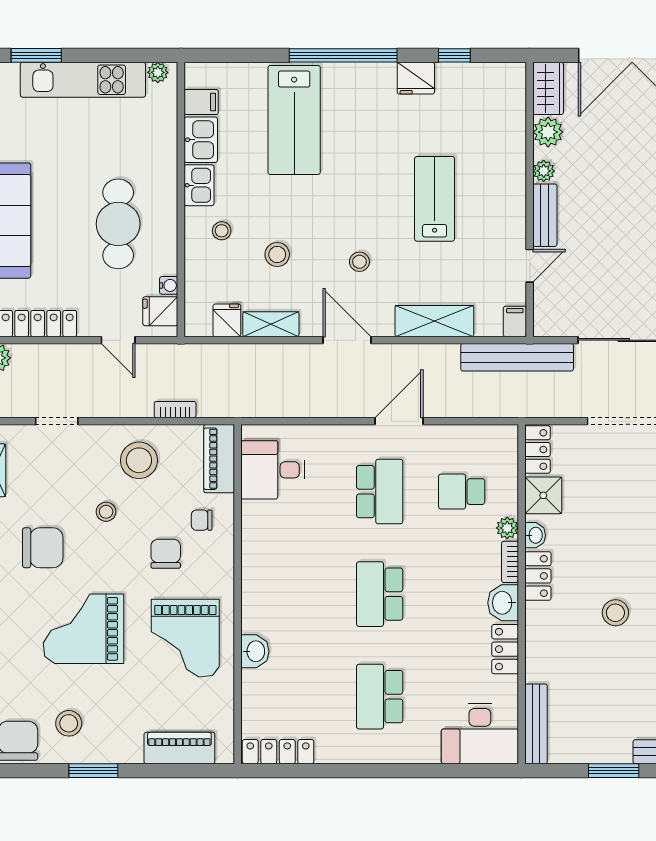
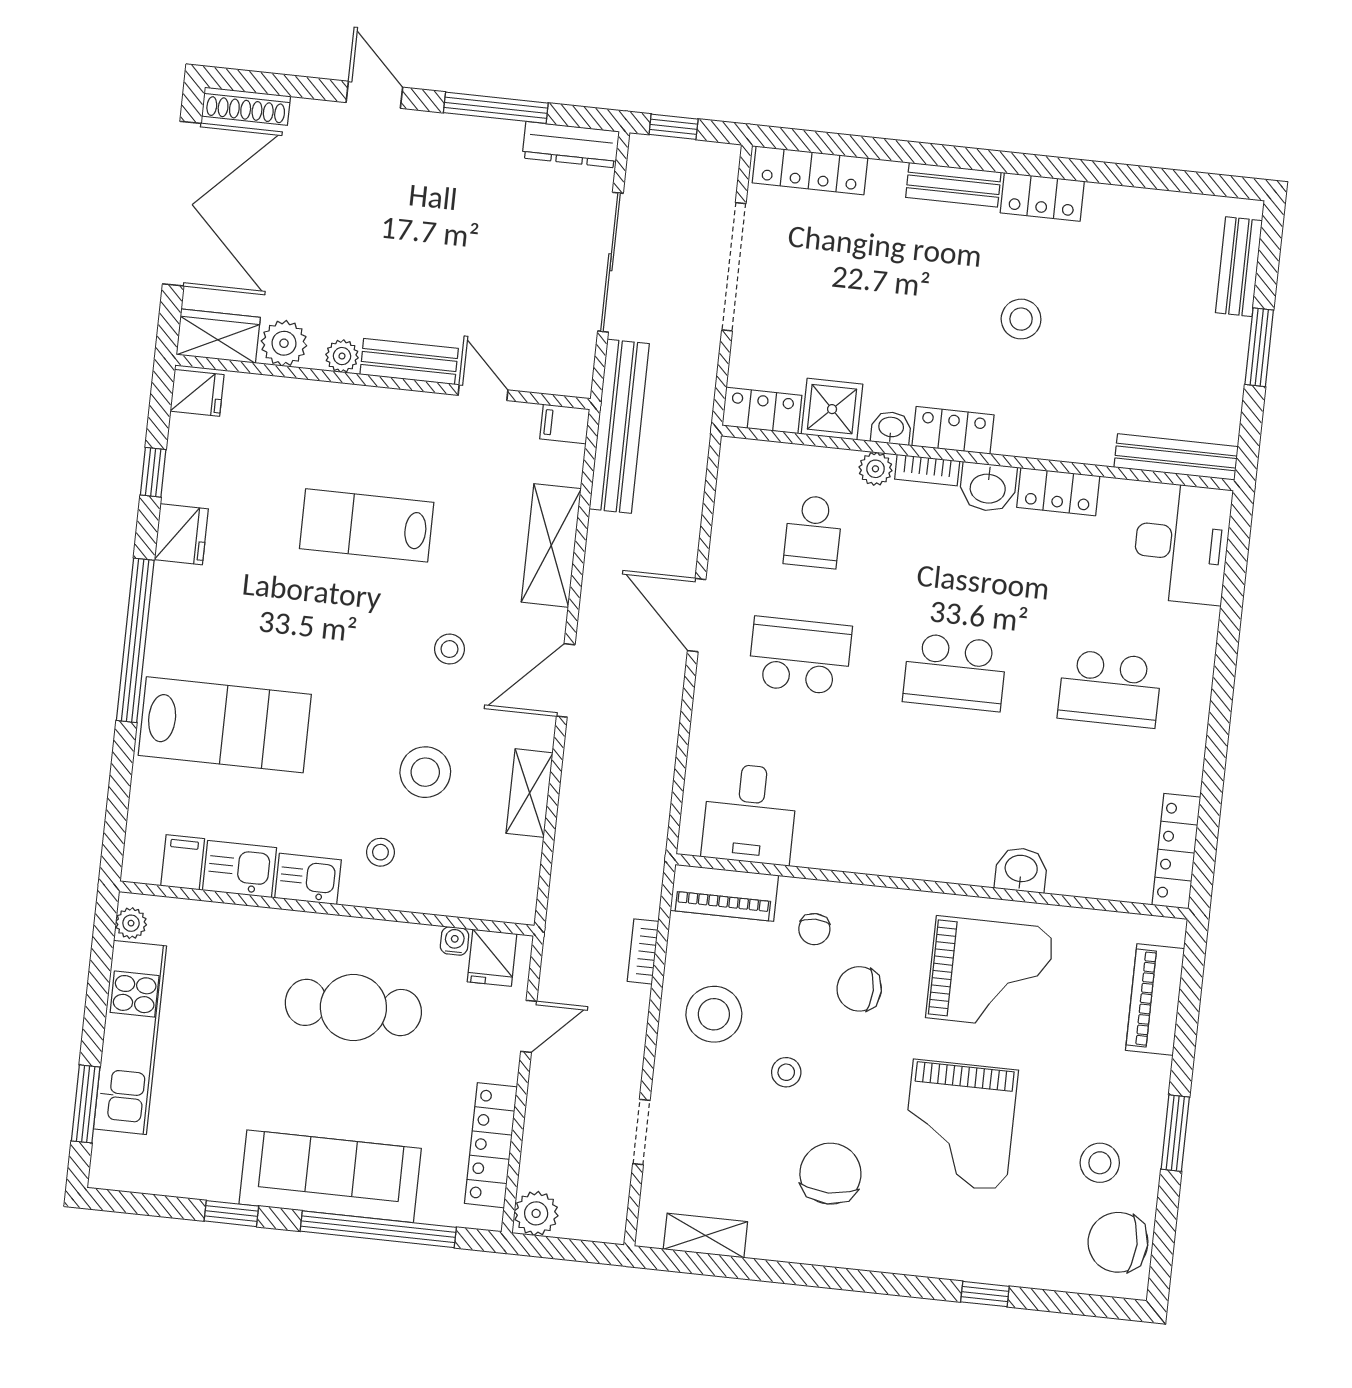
stool: (277, 254) -> (425, 772), width x1.38, depth x1.38
fridge: (227, 320) -> (197, 393), moved, turned 180

